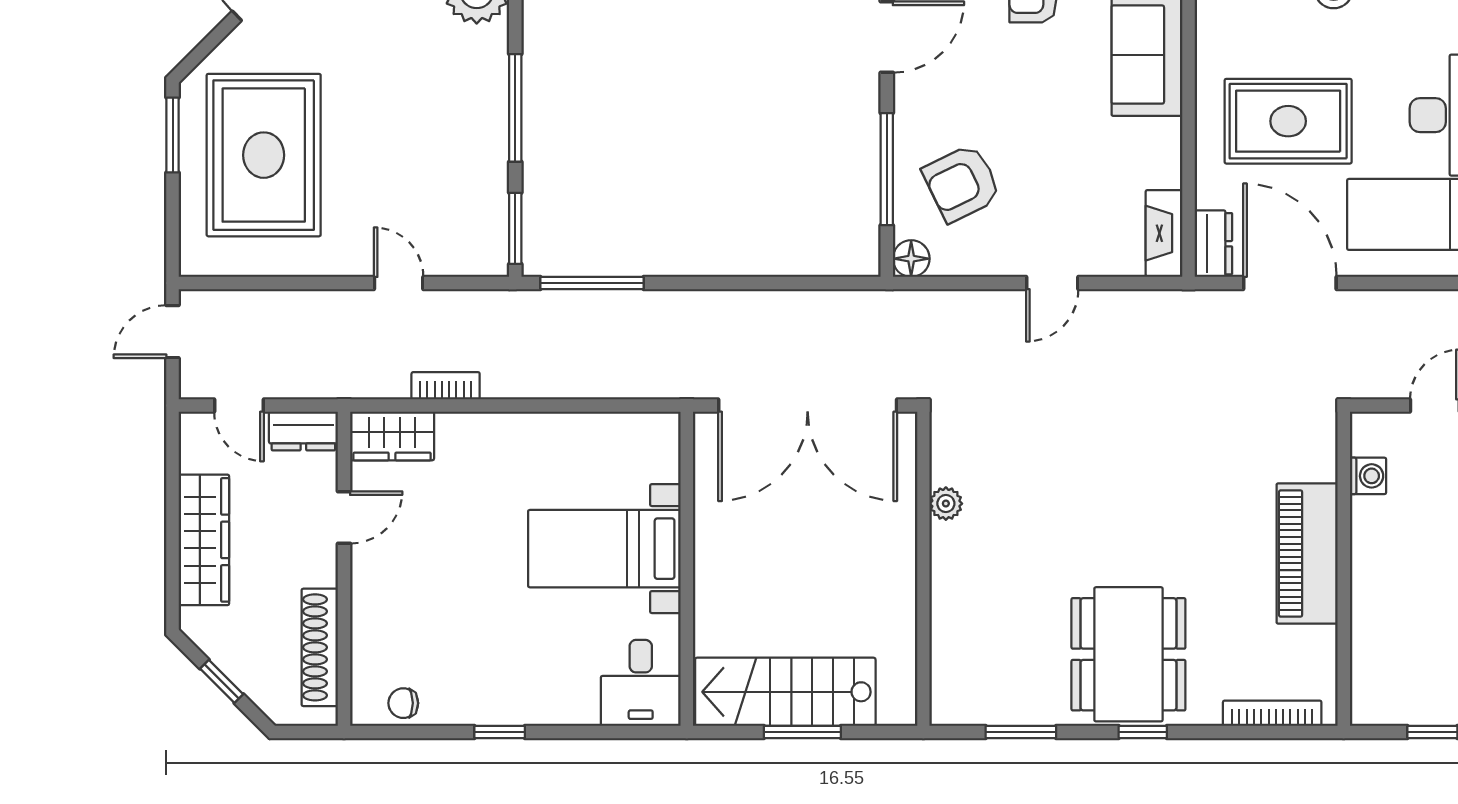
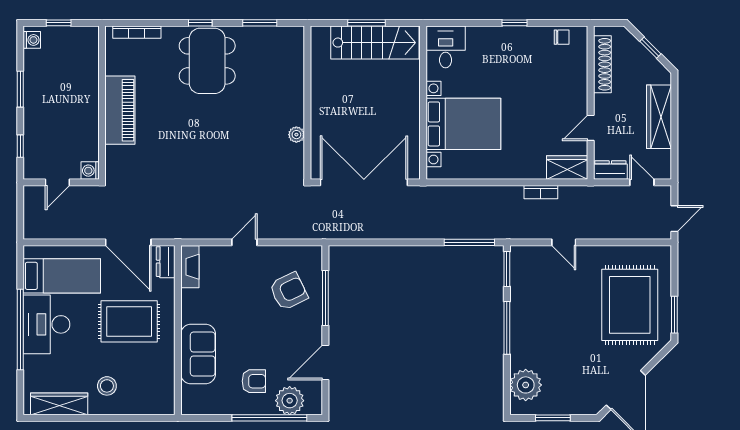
floor lamp: (911, 259) -> (313, 254), removed
washing machine: (1368, 476) -> (90, 171), moved
bed with nightstands: (604, 549) -> (463, 124), width x1.36

